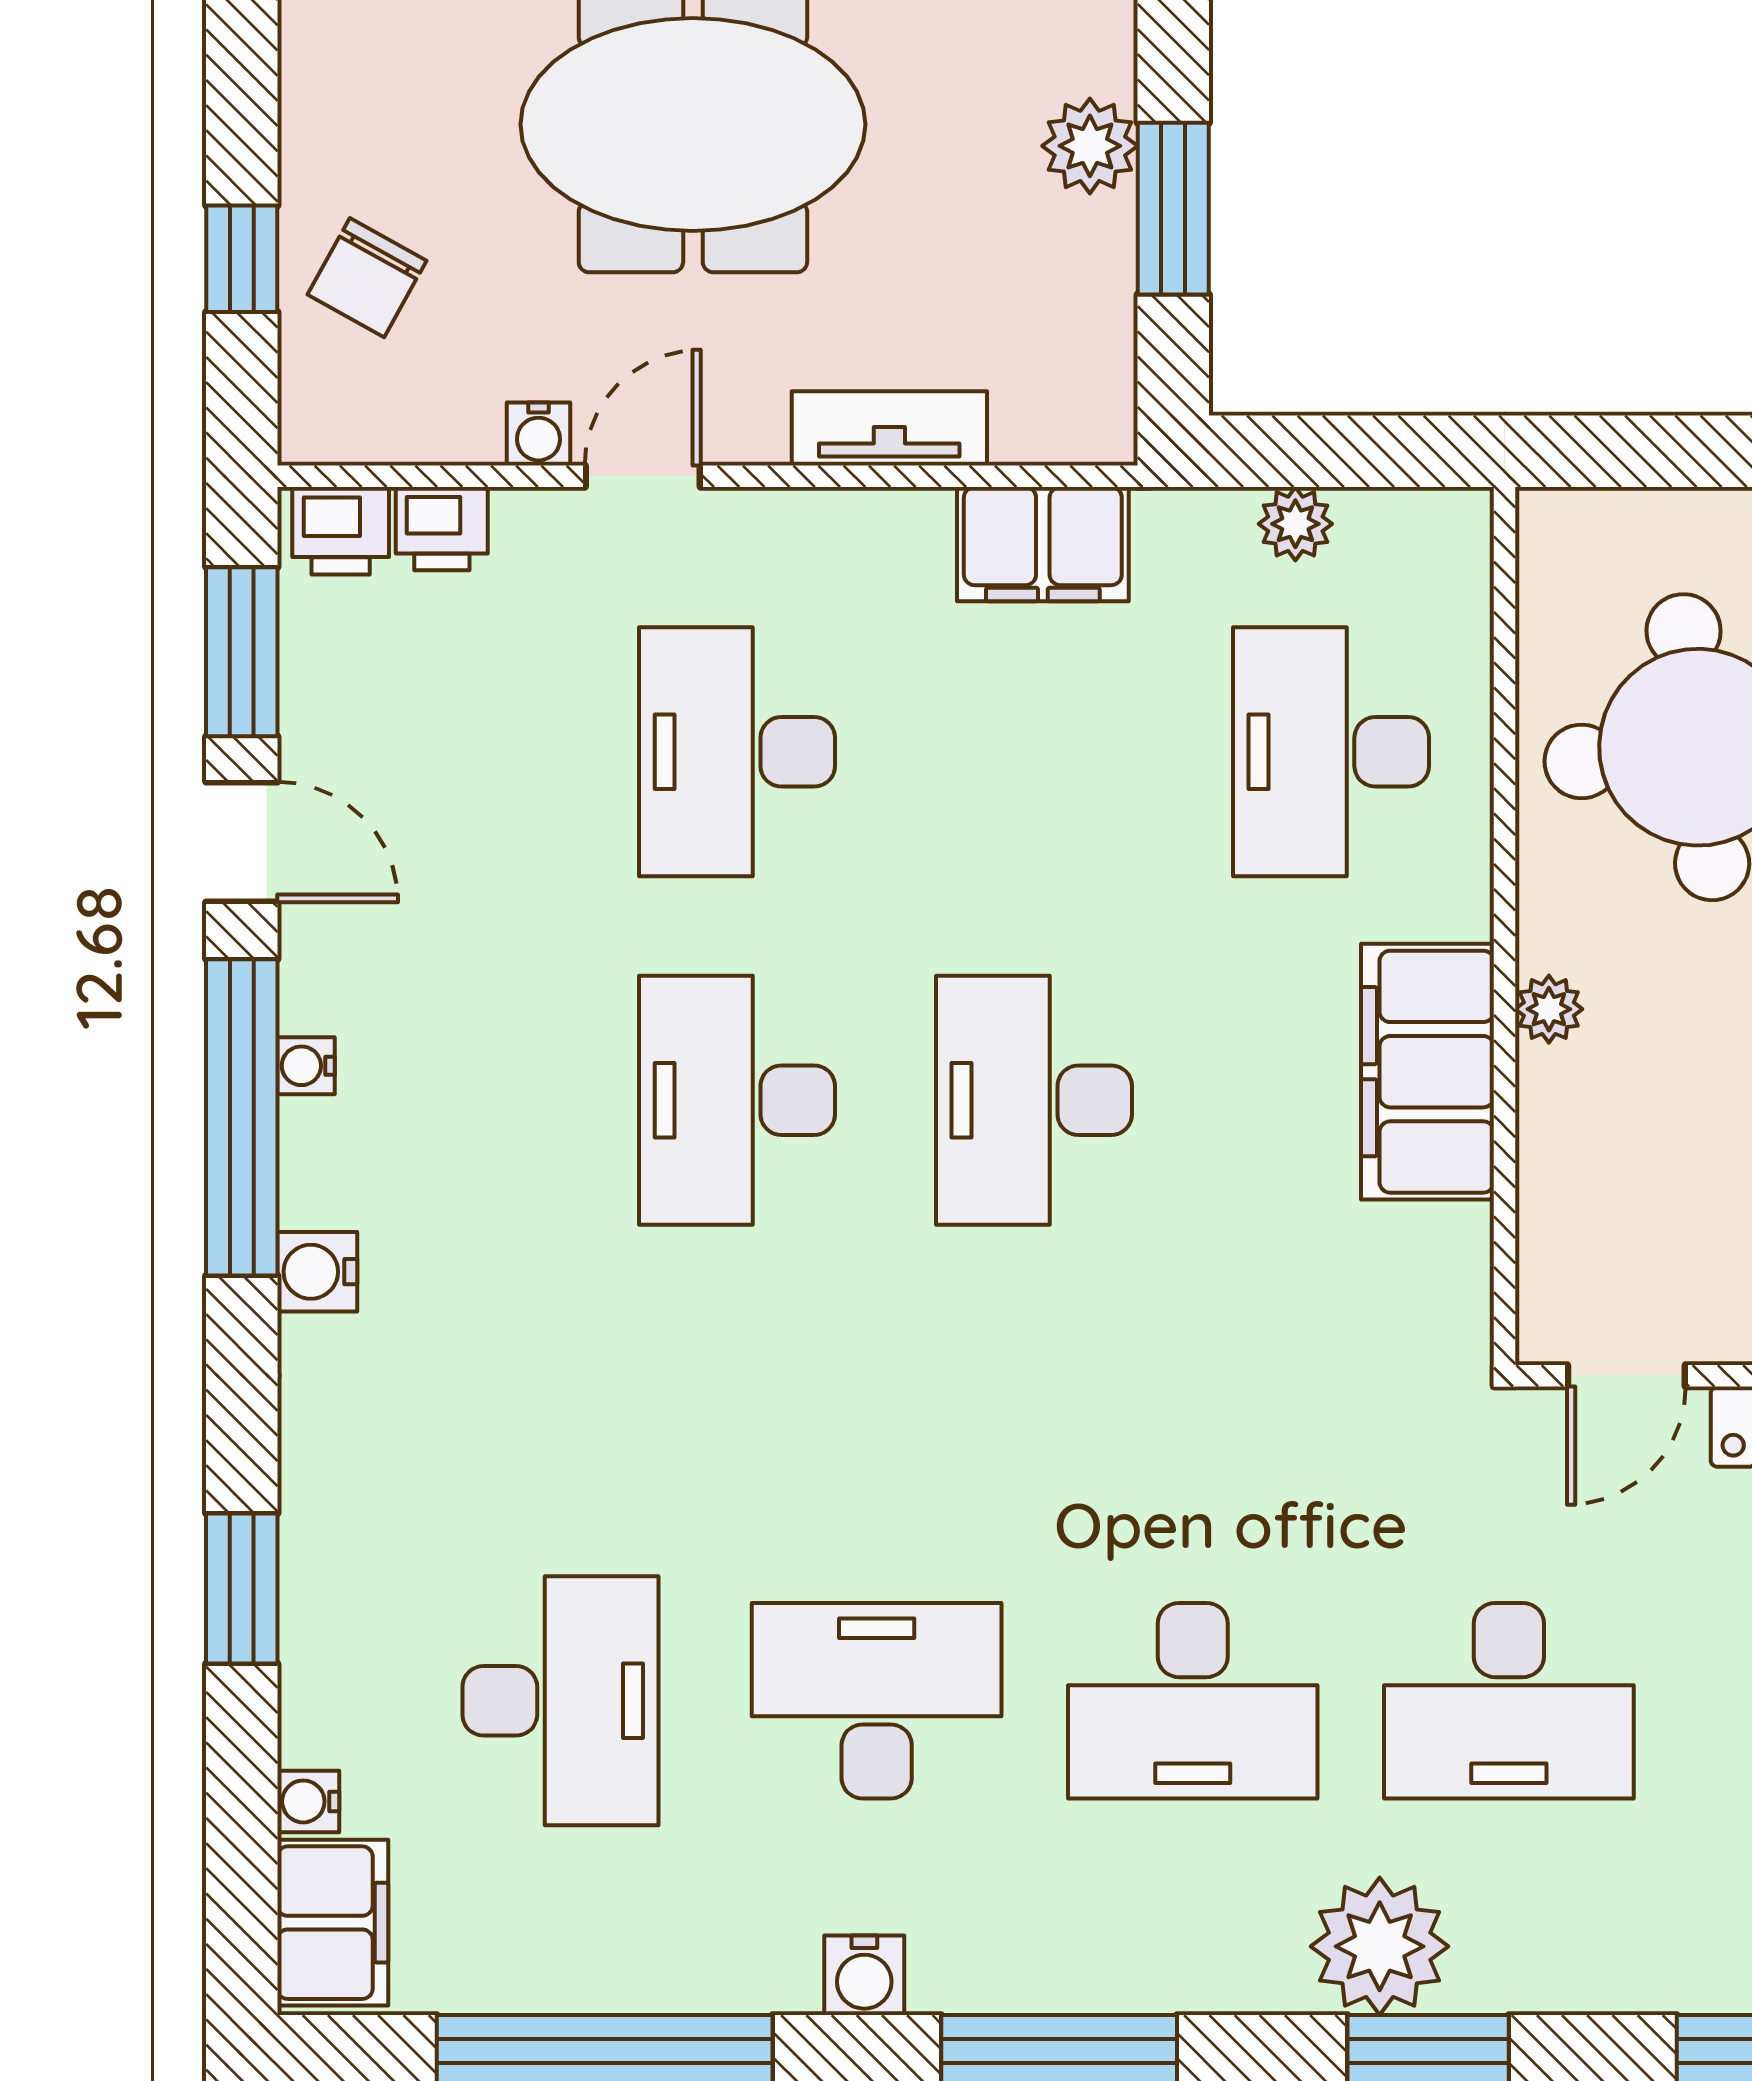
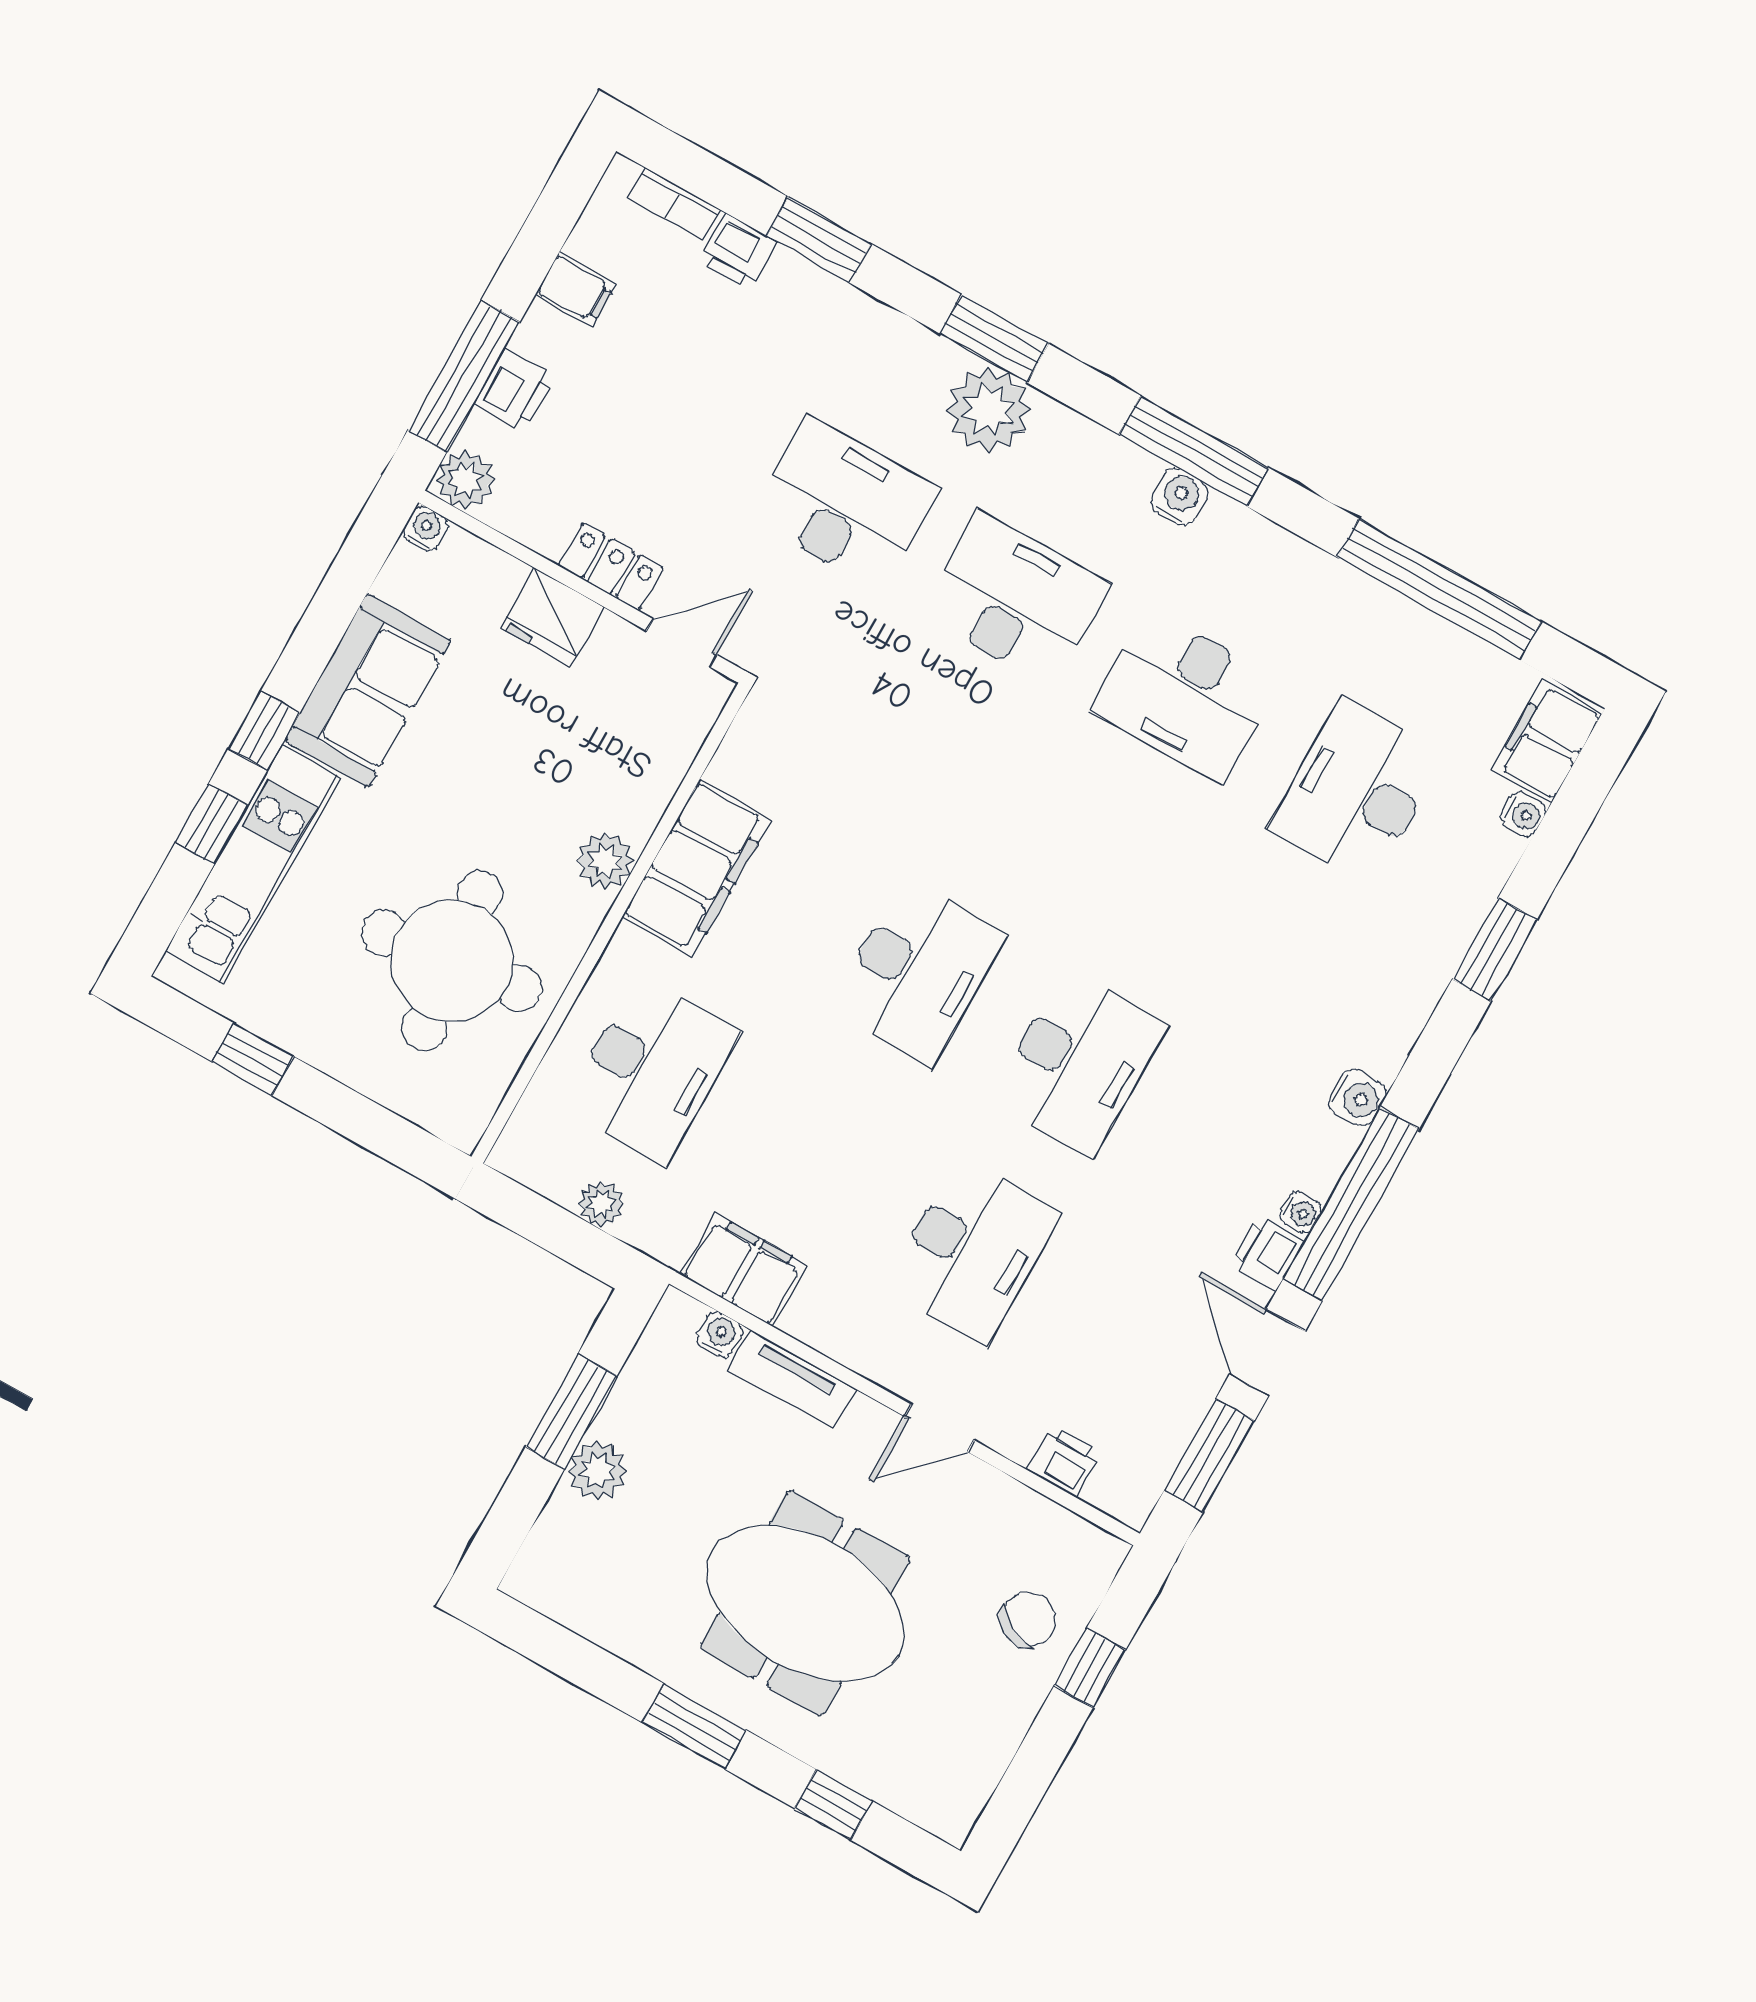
water cooler: (538, 434) -> (720, 1335), moved
printer: (341, 531) -> (1267, 1253), moved, turned -90
plant: (1549, 1009) -> (605, 861), width x1.38, depth x1.38
water cooler: (864, 1975) -> (1179, 497), moved

